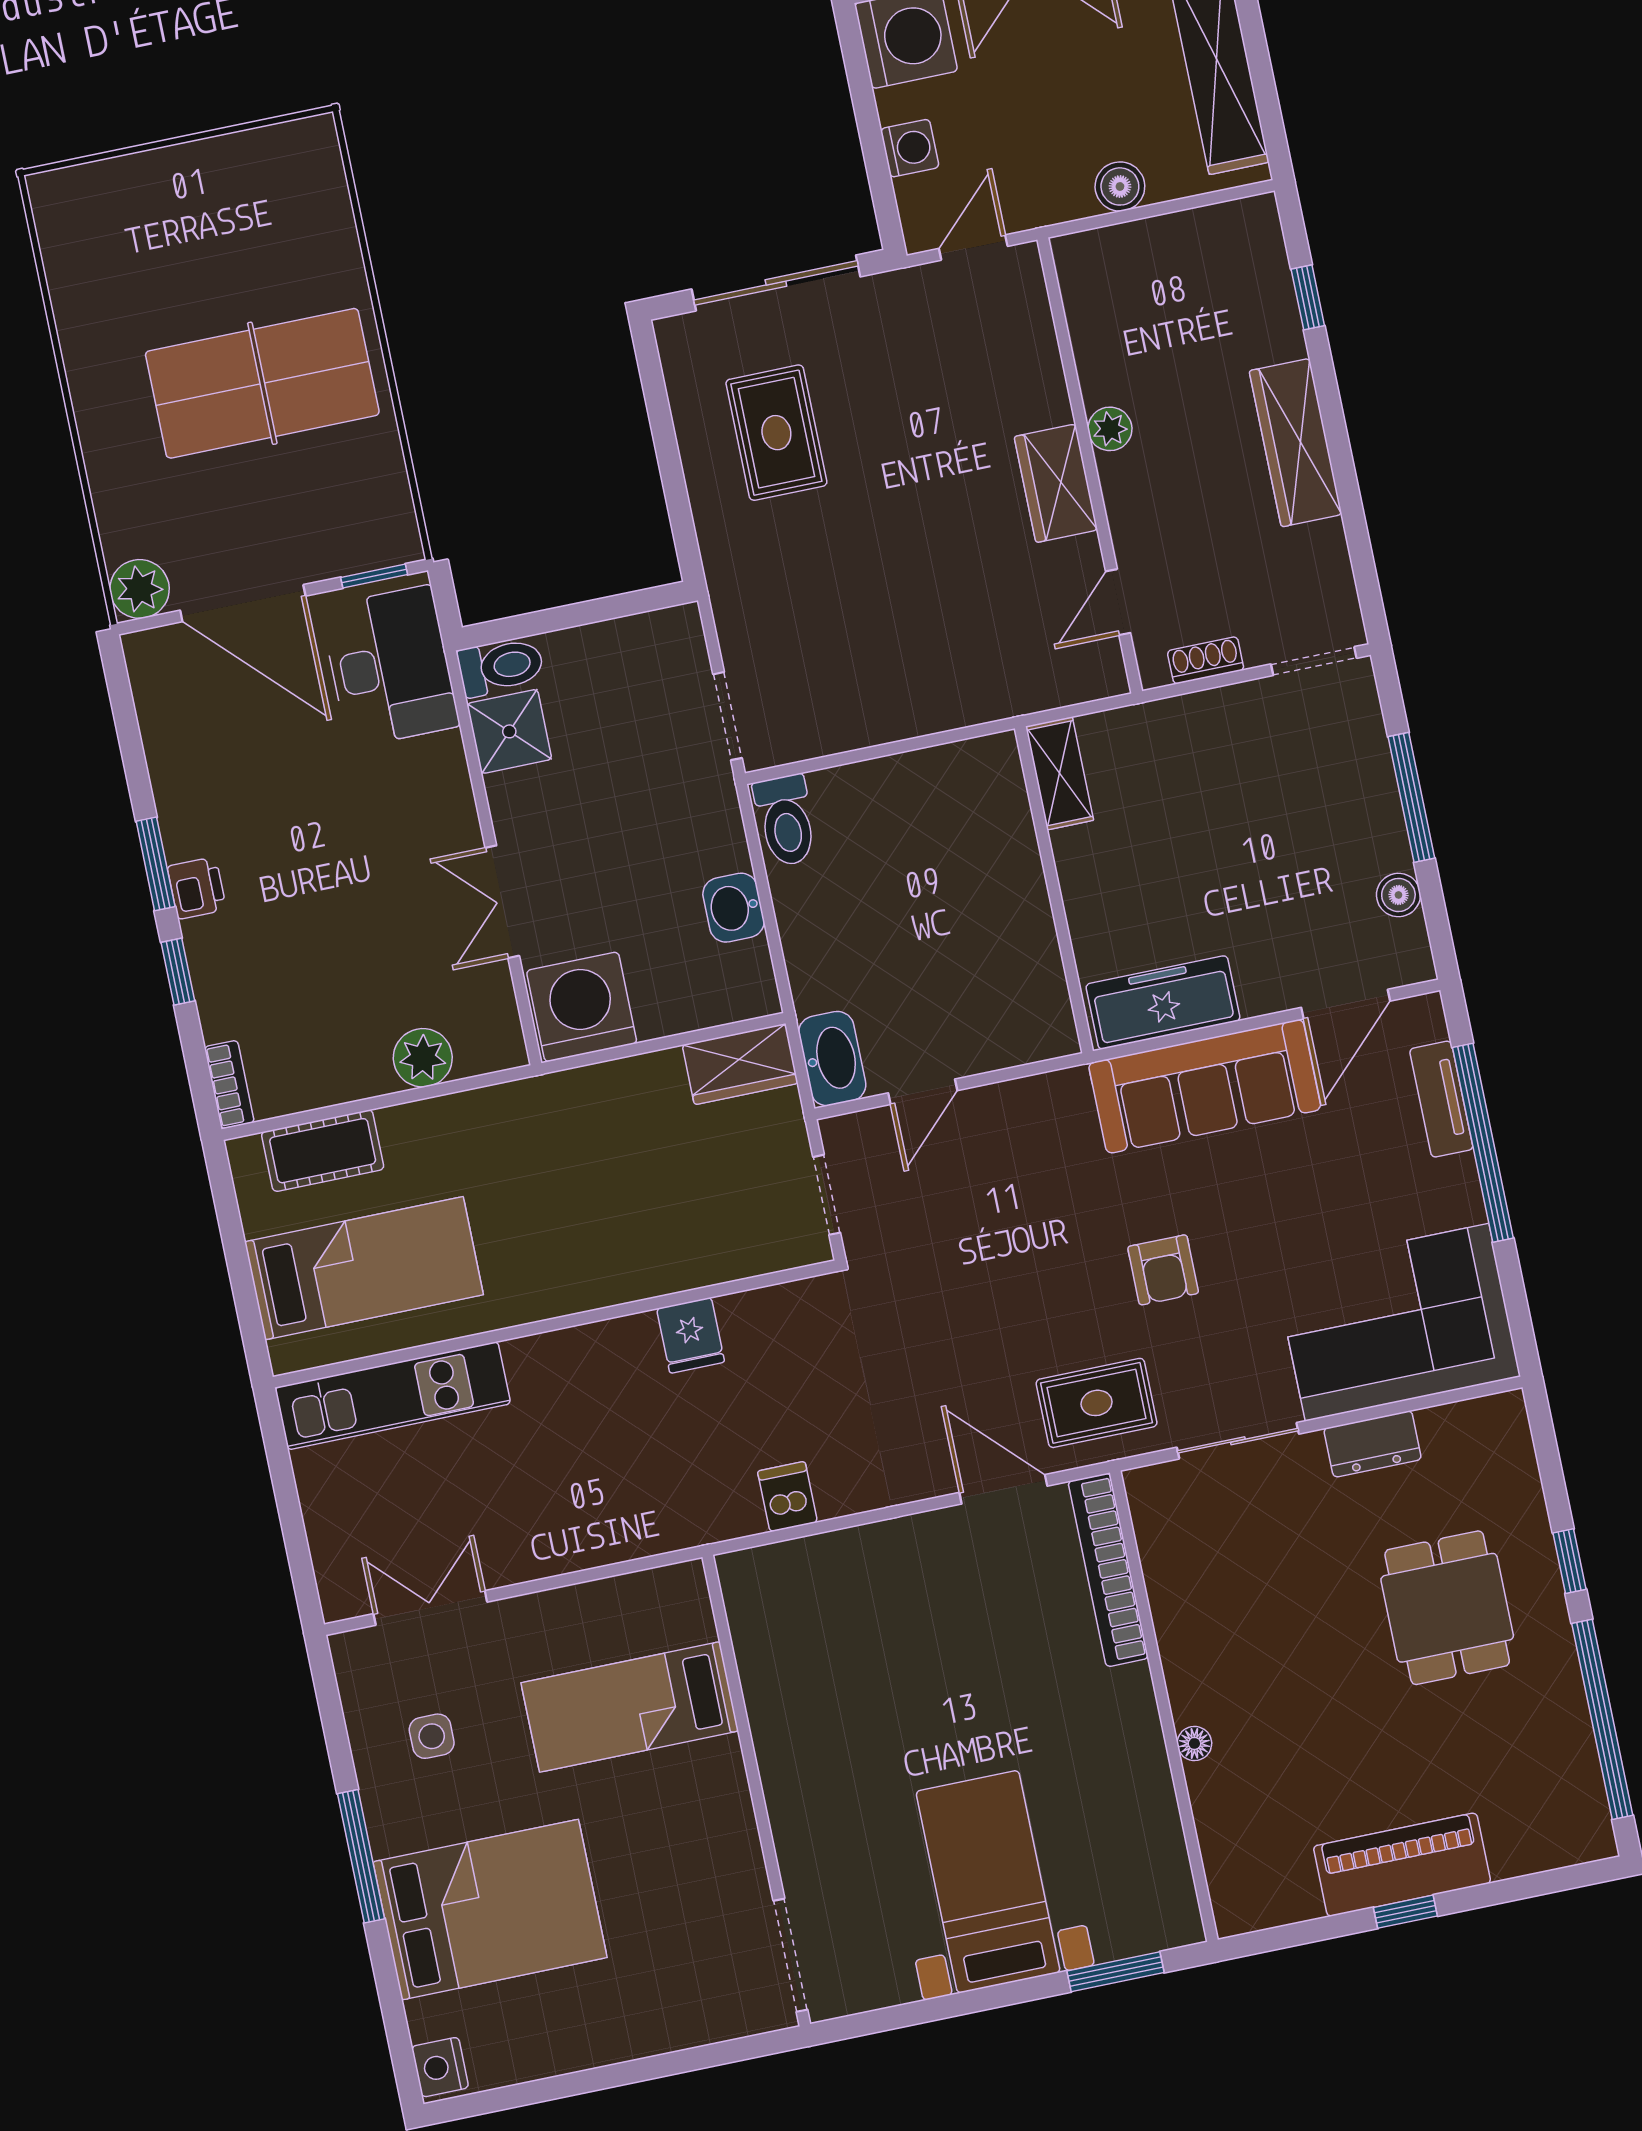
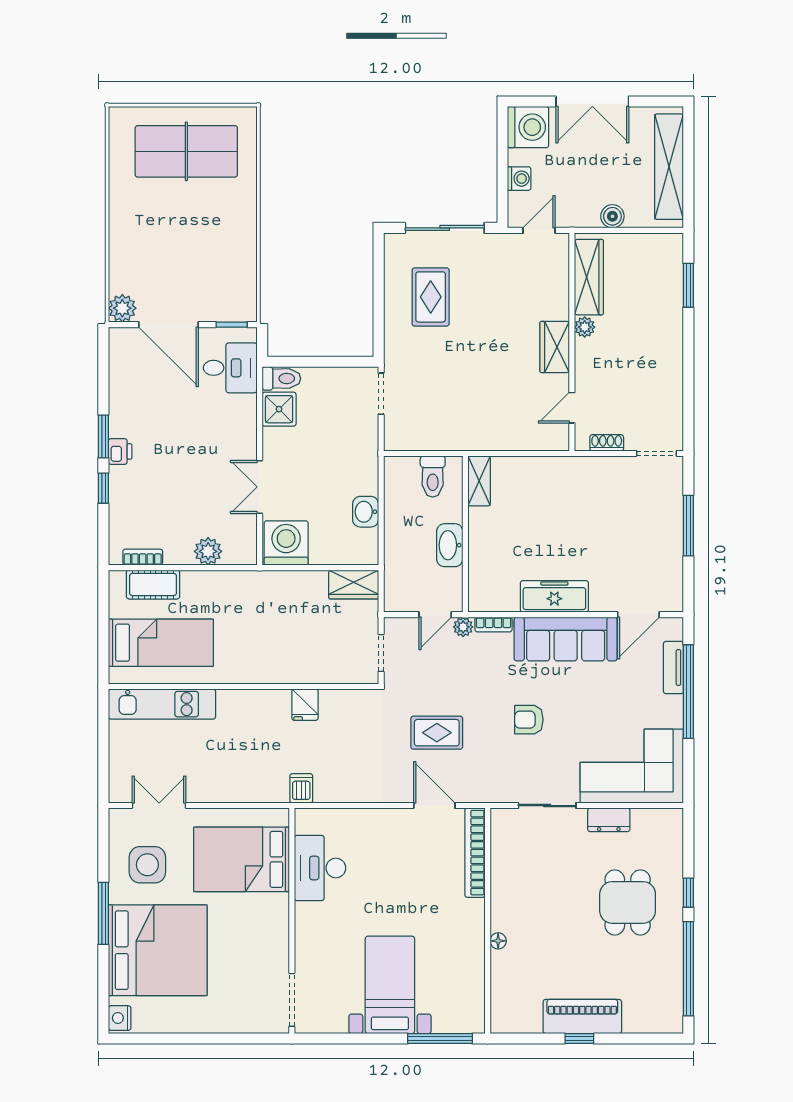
window: (1308, 297) -> (688, 285), width x1.50
table tennis table: (262, 383) -> (186, 151), moved
wardrobe: (1296, 443) -> (589, 277), moved, turned 180
desk: (390, 667) -> (230, 368), width x0.73
doorway: (727, 716) -> (381, 394), moved
shelving: (1060, 773) -> (479, 481), moved
toilet: (786, 820) -> (433, 477), moved
wall: (1054, 890) -> (465, 534), moved
boiler: (1398, 895) -> (673, 569), removed
washbasin: (832, 1059) -> (450, 545), moved, turned 180
bookcase: (229, 1085) -> (143, 557), moved, turned -90
bookcase: (1048, 1087) -> (494, 625), added
plant: (986, 1105) -> (463, 627), added
armchair: (1163, 1270) -> (529, 720), turned 90
rug: (1097, 1403) -> (437, 733), moved
dishwasher: (787, 1497) -> (301, 788), moved
desk: (792, 1669) -> (320, 868), added
bed: (630, 1707) -> (241, 859), width x1.50
side table: (432, 1736) -> (147, 865), width x1.87, depth x1.87
bed: (490, 1910) -> (158, 950), width x1.36
window: (1115, 1972) -> (440, 1039), width x1.44

